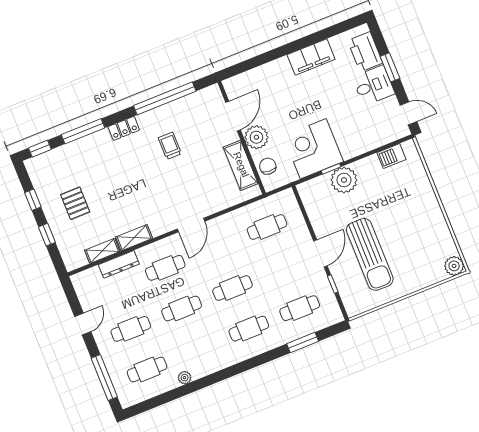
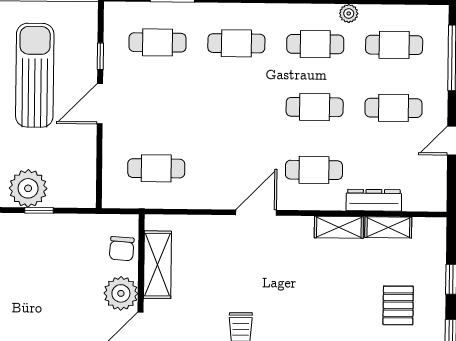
corner desk: (313, 149) -> (52, 247), removed
cafe table: (232, 288) -> (315, 44), moved

